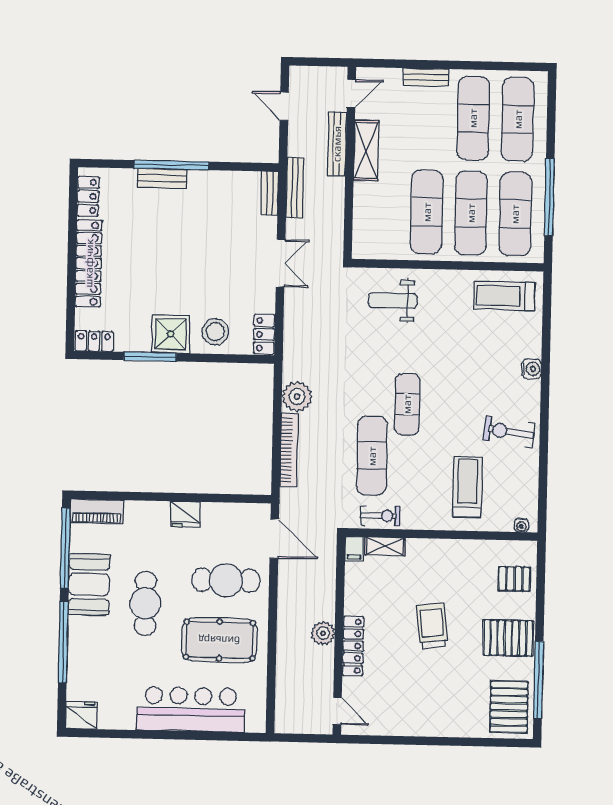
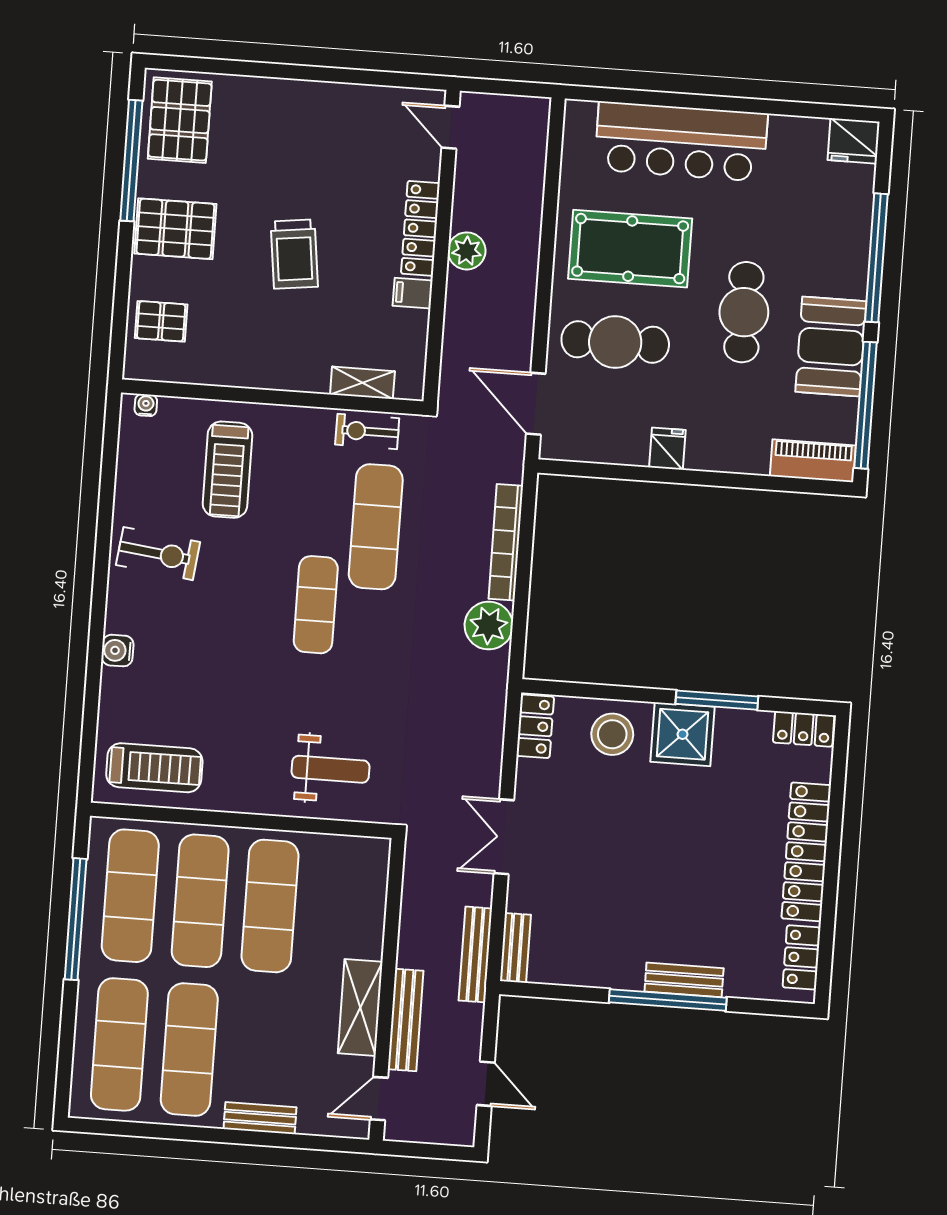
fridge: (185, 514) -> (667, 449), width x0.72
filing cabinet: (354, 549) -> (413, 293), moved, turned -90

